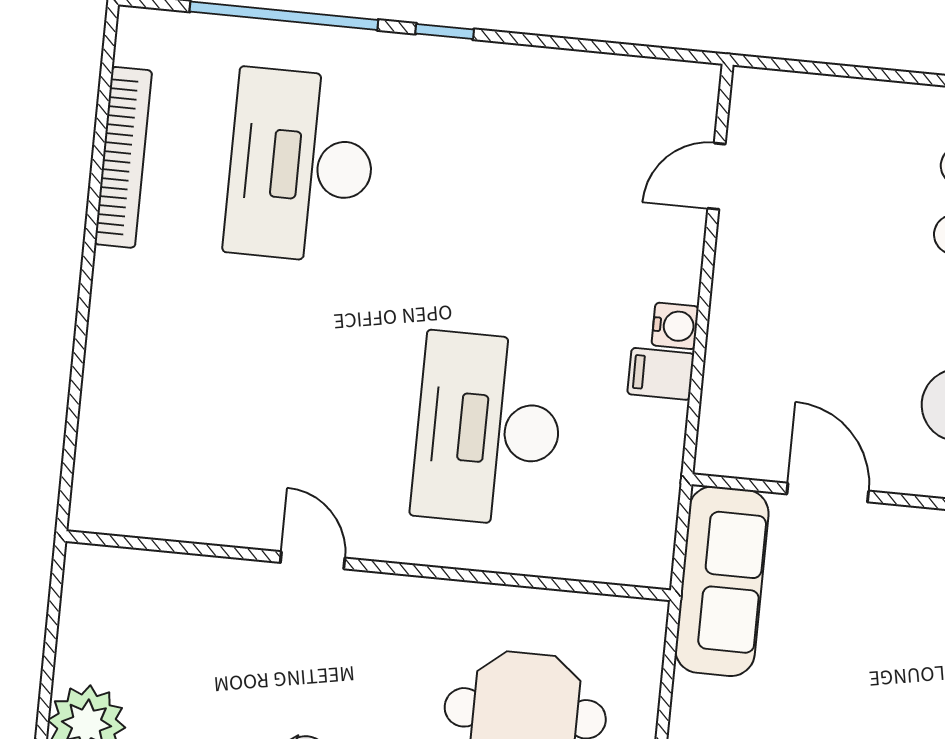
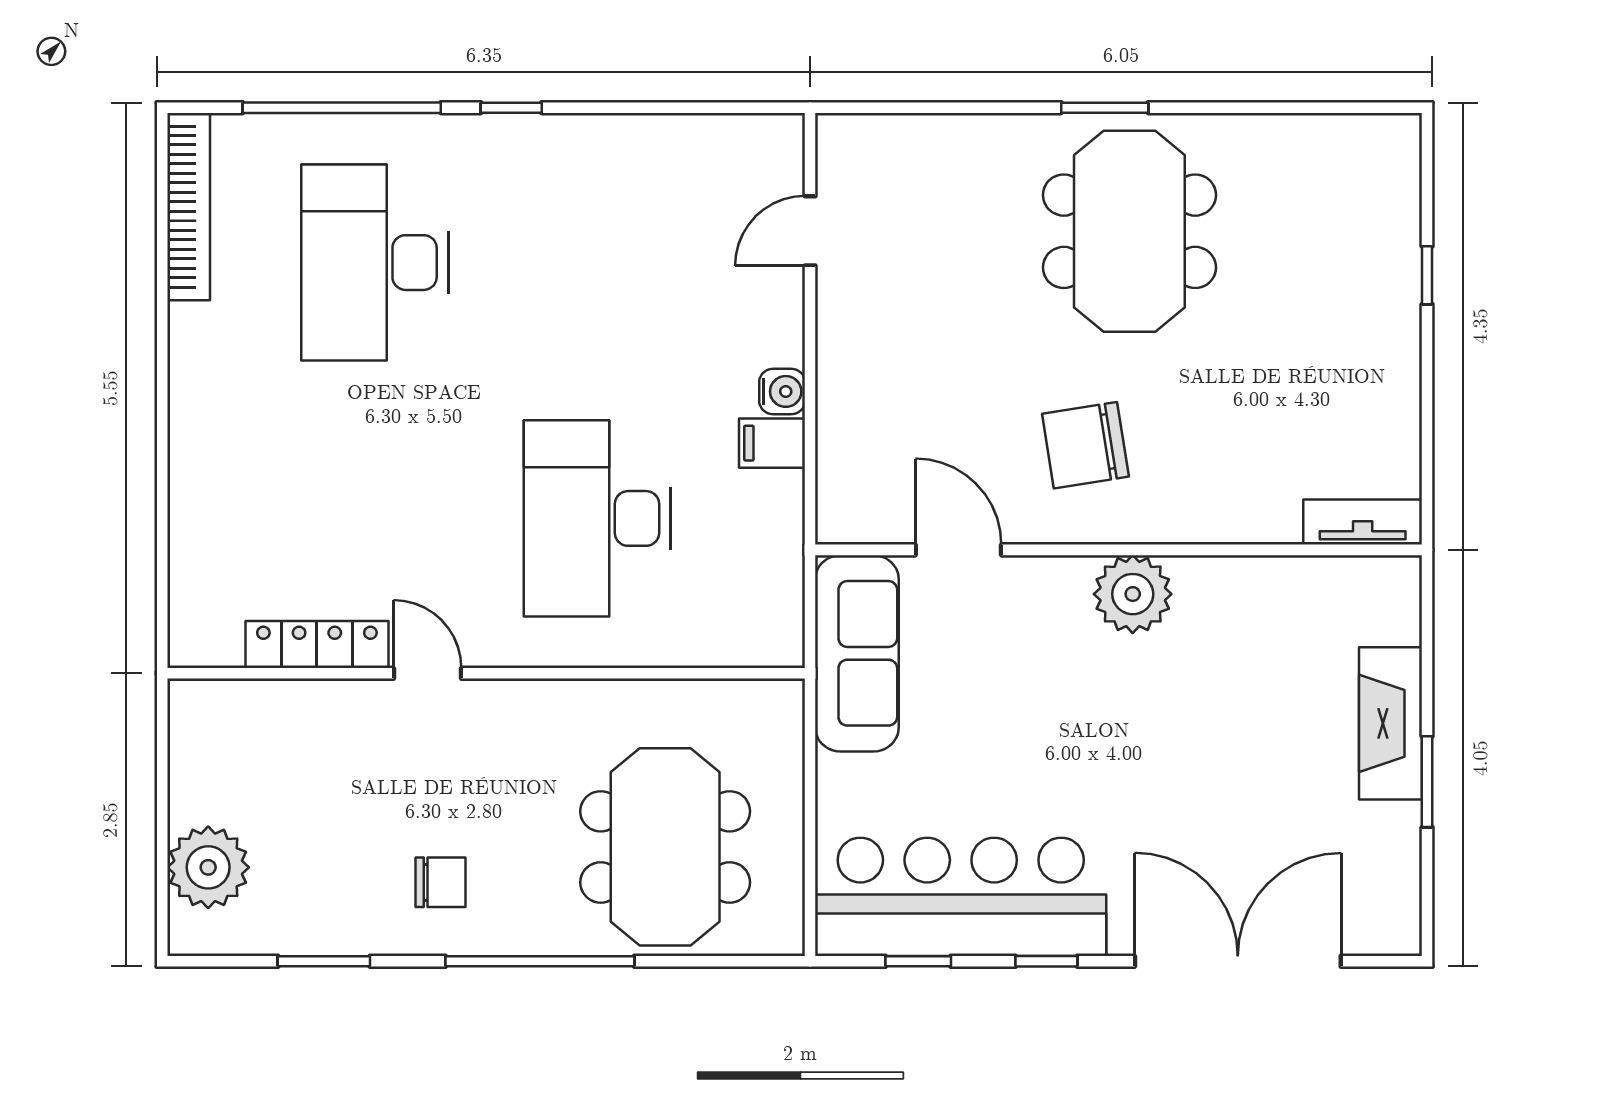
bookcase: (123, 157) -> (189, 207), moved
locker: (210, 523) -> (317, 645), added

